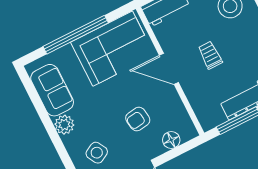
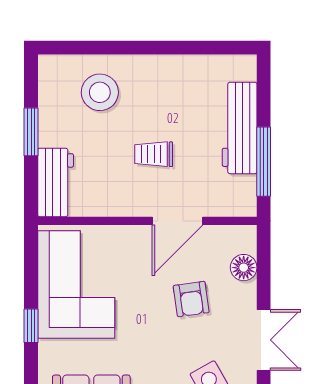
window: (76, 35) -> (31, 326), width x0.32
door: (169, 69) -> (177, 221), moved

